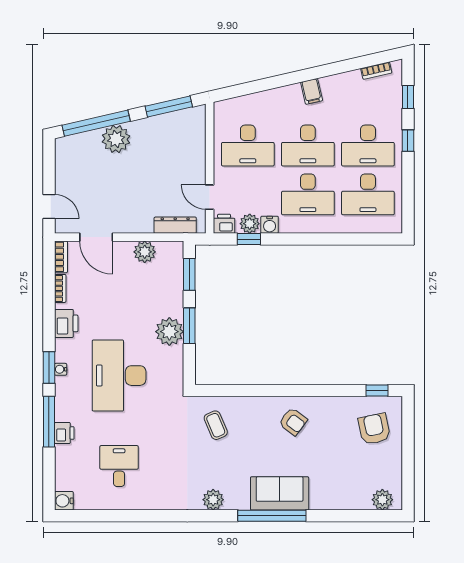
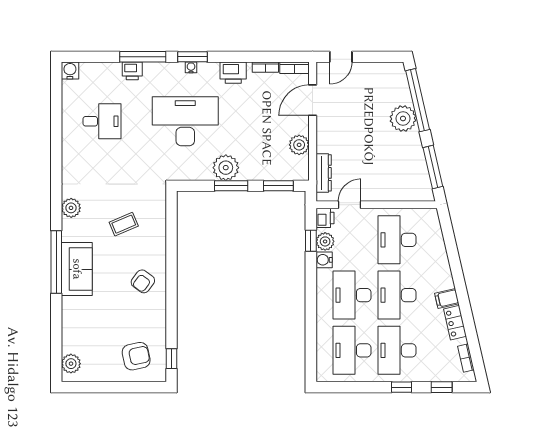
locker: (338, 82) -> (455, 323), added
coffee table: (216, 425) -> (124, 224), moved

